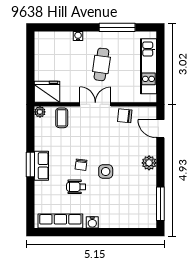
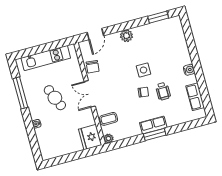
cafe table: (101, 64) -> (55, 98), turned 59
window: (160, 204) -> (158, 17), width x0.69
row of seats: (60, 221) -> (195, 97), width x0.68

